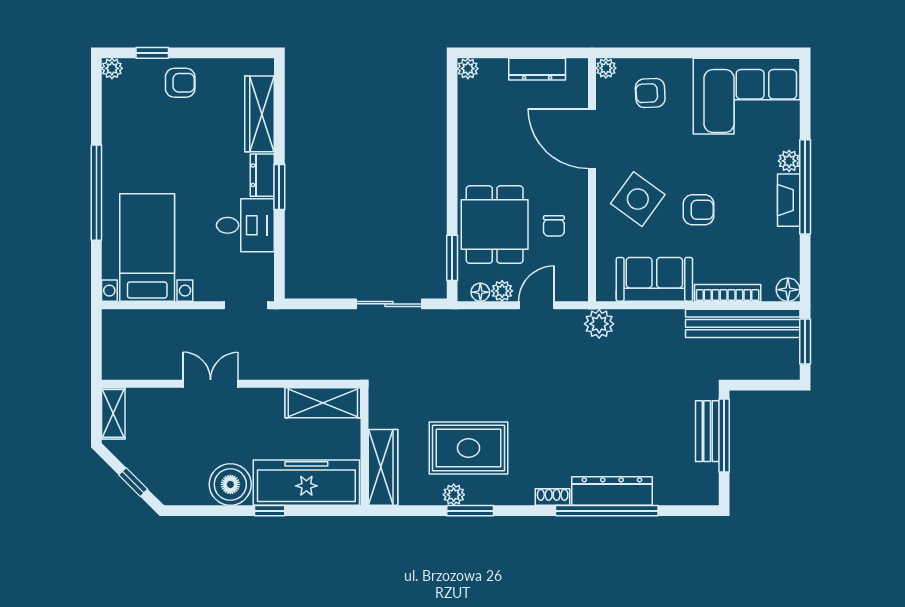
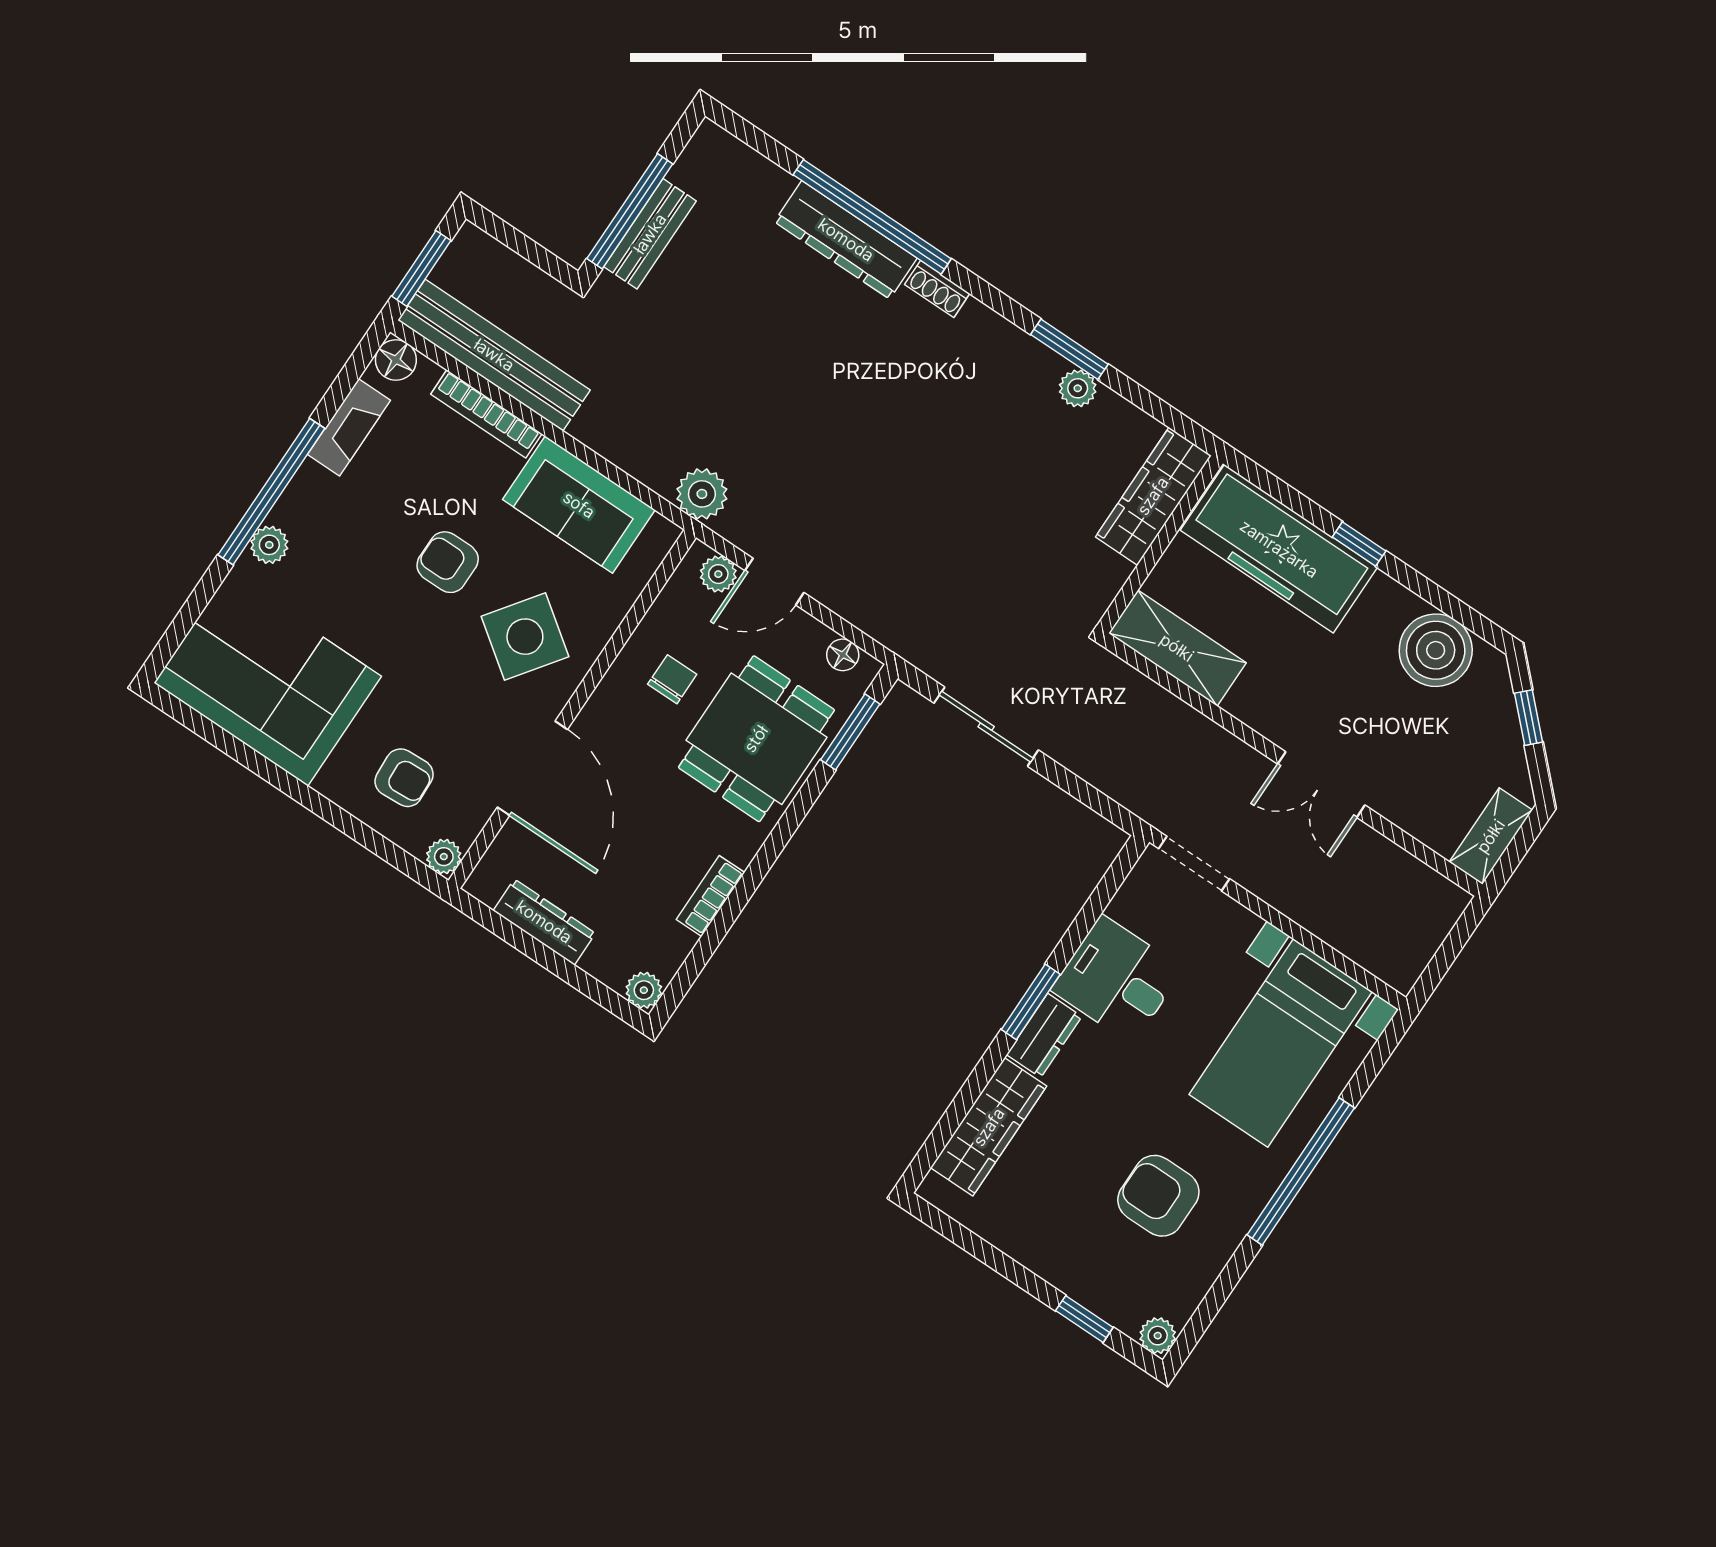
armchair: (180, 83) -> (1158, 1196), moved, width x1.38, depth x1.38
bookcase: (466, 135) -> (711, 896), added
fireplace: (789, 200) -> (349, 427), moved
plant: (502, 291) -> (718, 574), moved
rug: (468, 448) -> (1011, 441), removed
boiler: (230, 484) -> (1436, 650), moved

